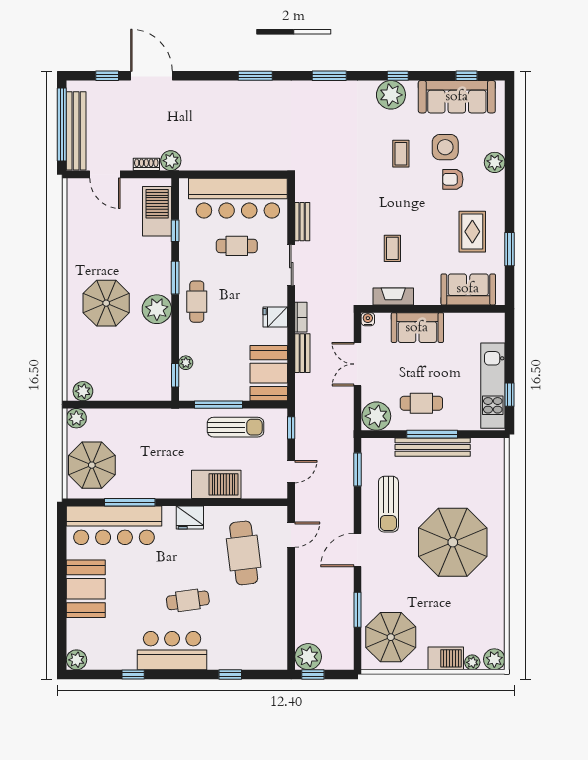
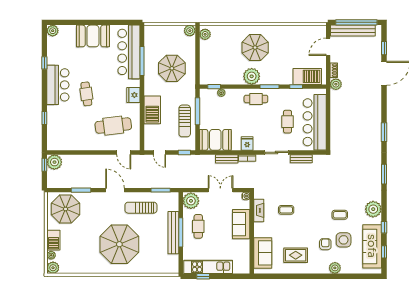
window: (398, 76) -> (384, 227), moved
window: (509, 249) -> (286, 276), removed
parasol: (92, 465) -> (172, 68), moved

